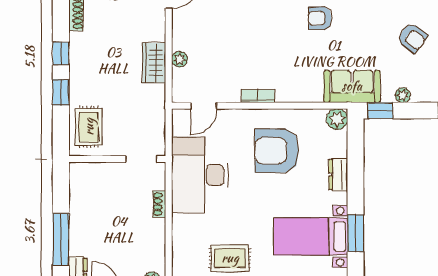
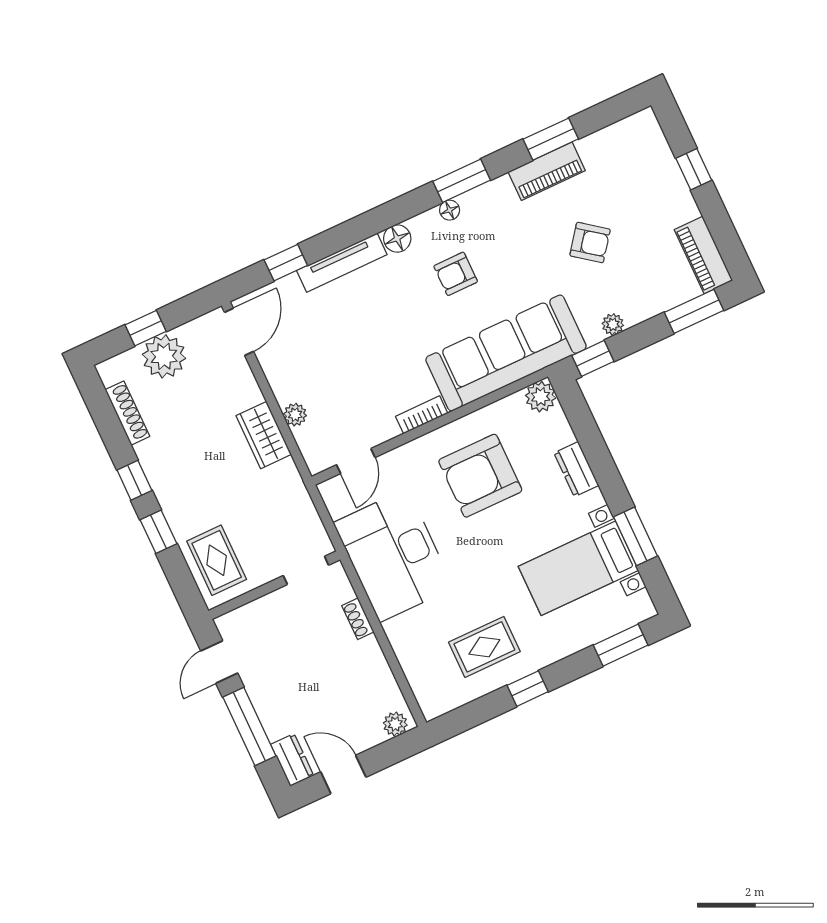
sofa: (352, 86) -> (506, 353), width x1.85, depth x1.27
door: (61, 191) -> (219, 662), added

